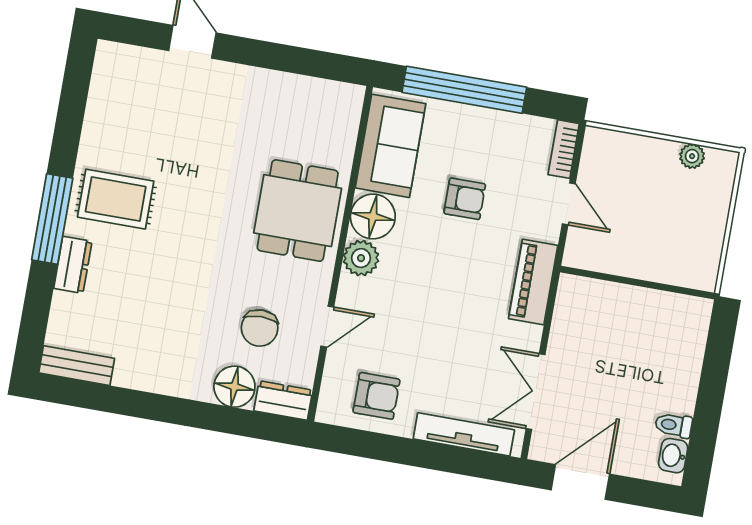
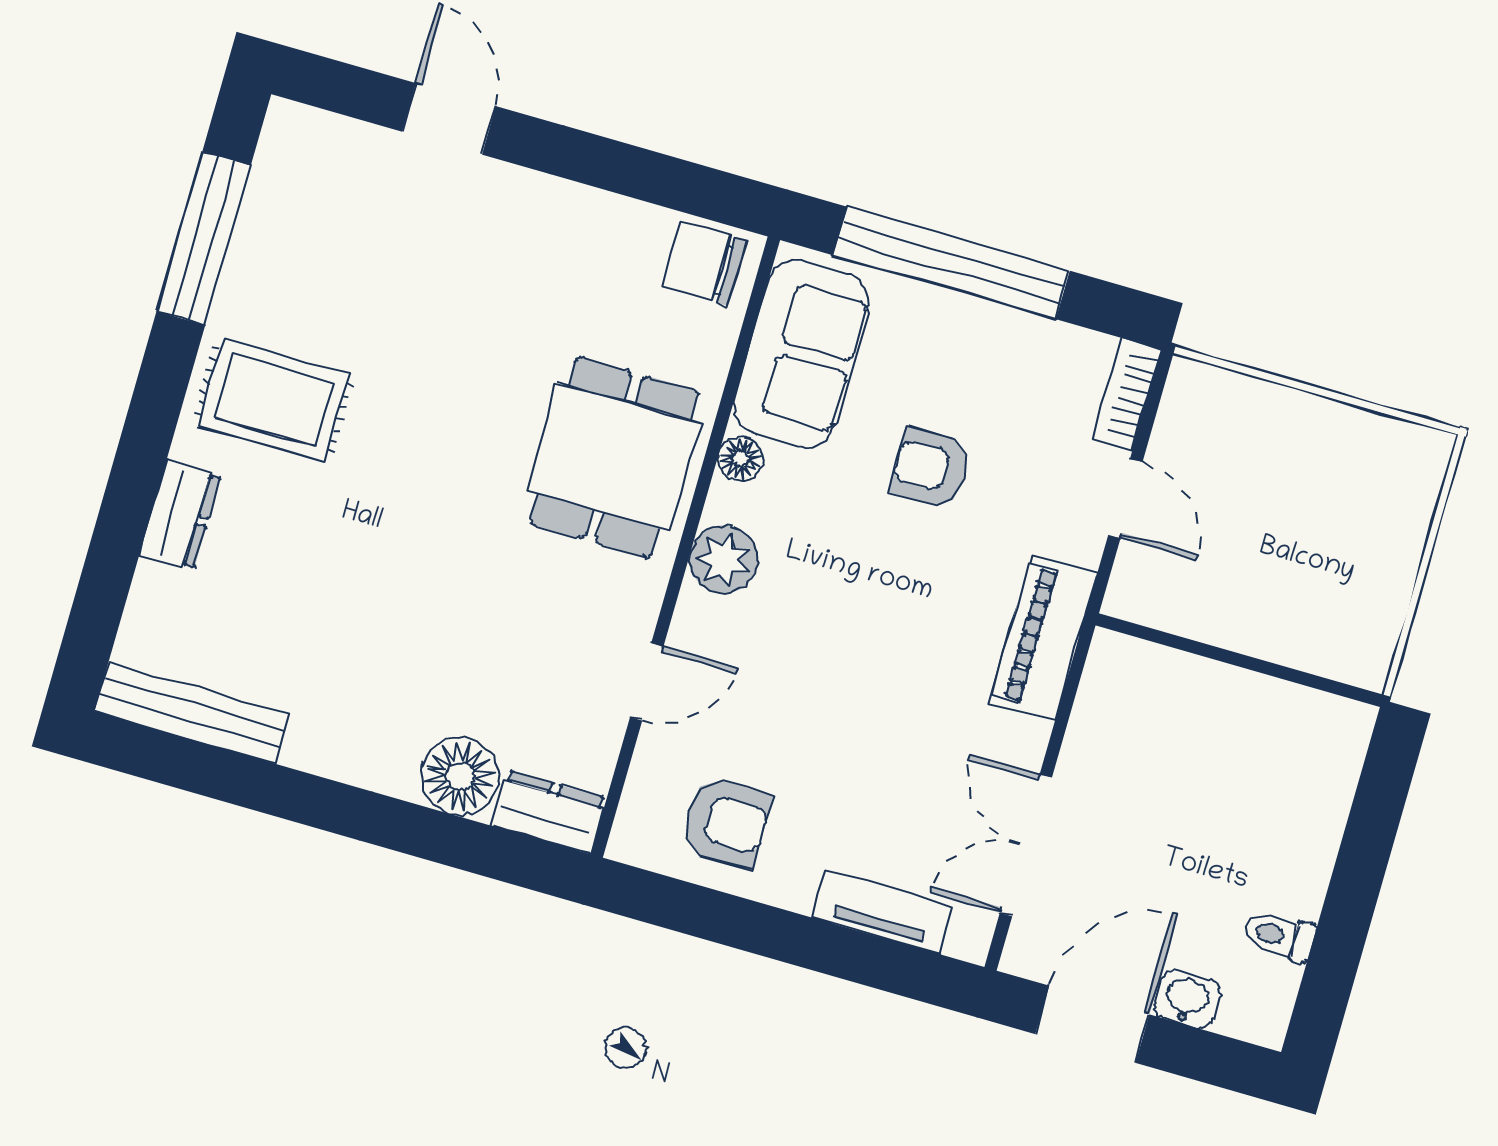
plant: (692, 156) -> (1367, 433), removed
armchair: (465, 199) -> (931, 468), turned 180
floor lamp: (373, 216) -> (741, 459), width x0.53, depth x0.53
window: (52, 219) -> (204, 238), moved
chair: (260, 328) -> (704, 263), moved, turned 90
bench: (77, 366) -> (191, 712), width x1.36
tv unit: (464, 434) -> (882, 912), width x0.71
washbasin: (673, 456) -> (1187, 999), moved, turned 90

